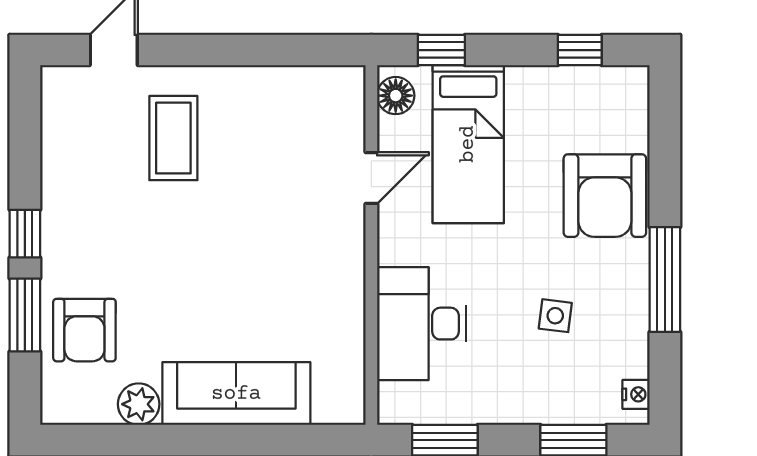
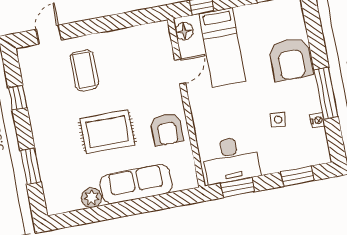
window: (25, 234) -> (18, 98), moved
rug: (197, 274) -> (107, 132), added
desk: (422, 324) -> (231, 160), moved, turned -90
armchair: (84, 330) -> (167, 129), moved
nightstand: (636, 394) -> (317, 120), moved

